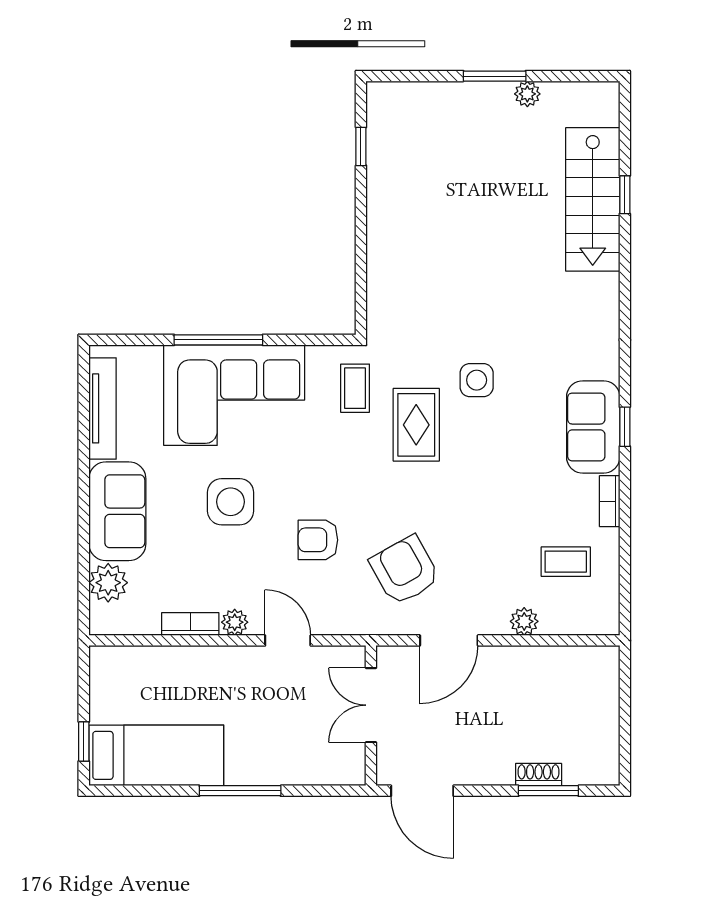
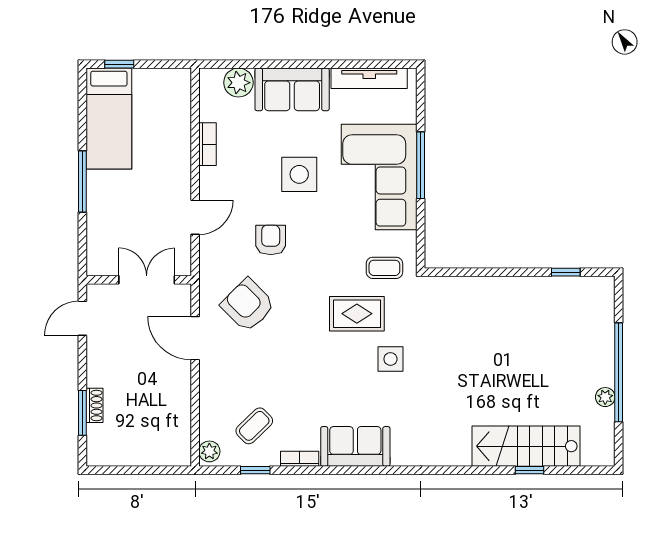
window: (495, 76) -> (619, 372), width x2.11
window: (625, 427) -> (255, 470), moved
coffee table: (566, 562) -> (254, 426), turned 46
armchair: (405, 570) -> (248, 305), turned -106
plant: (524, 621) -> (209, 451), moved
plant: (235, 622) -> (209, 177), removed
door: (422, 791) -> (82, 318), width x0.73

